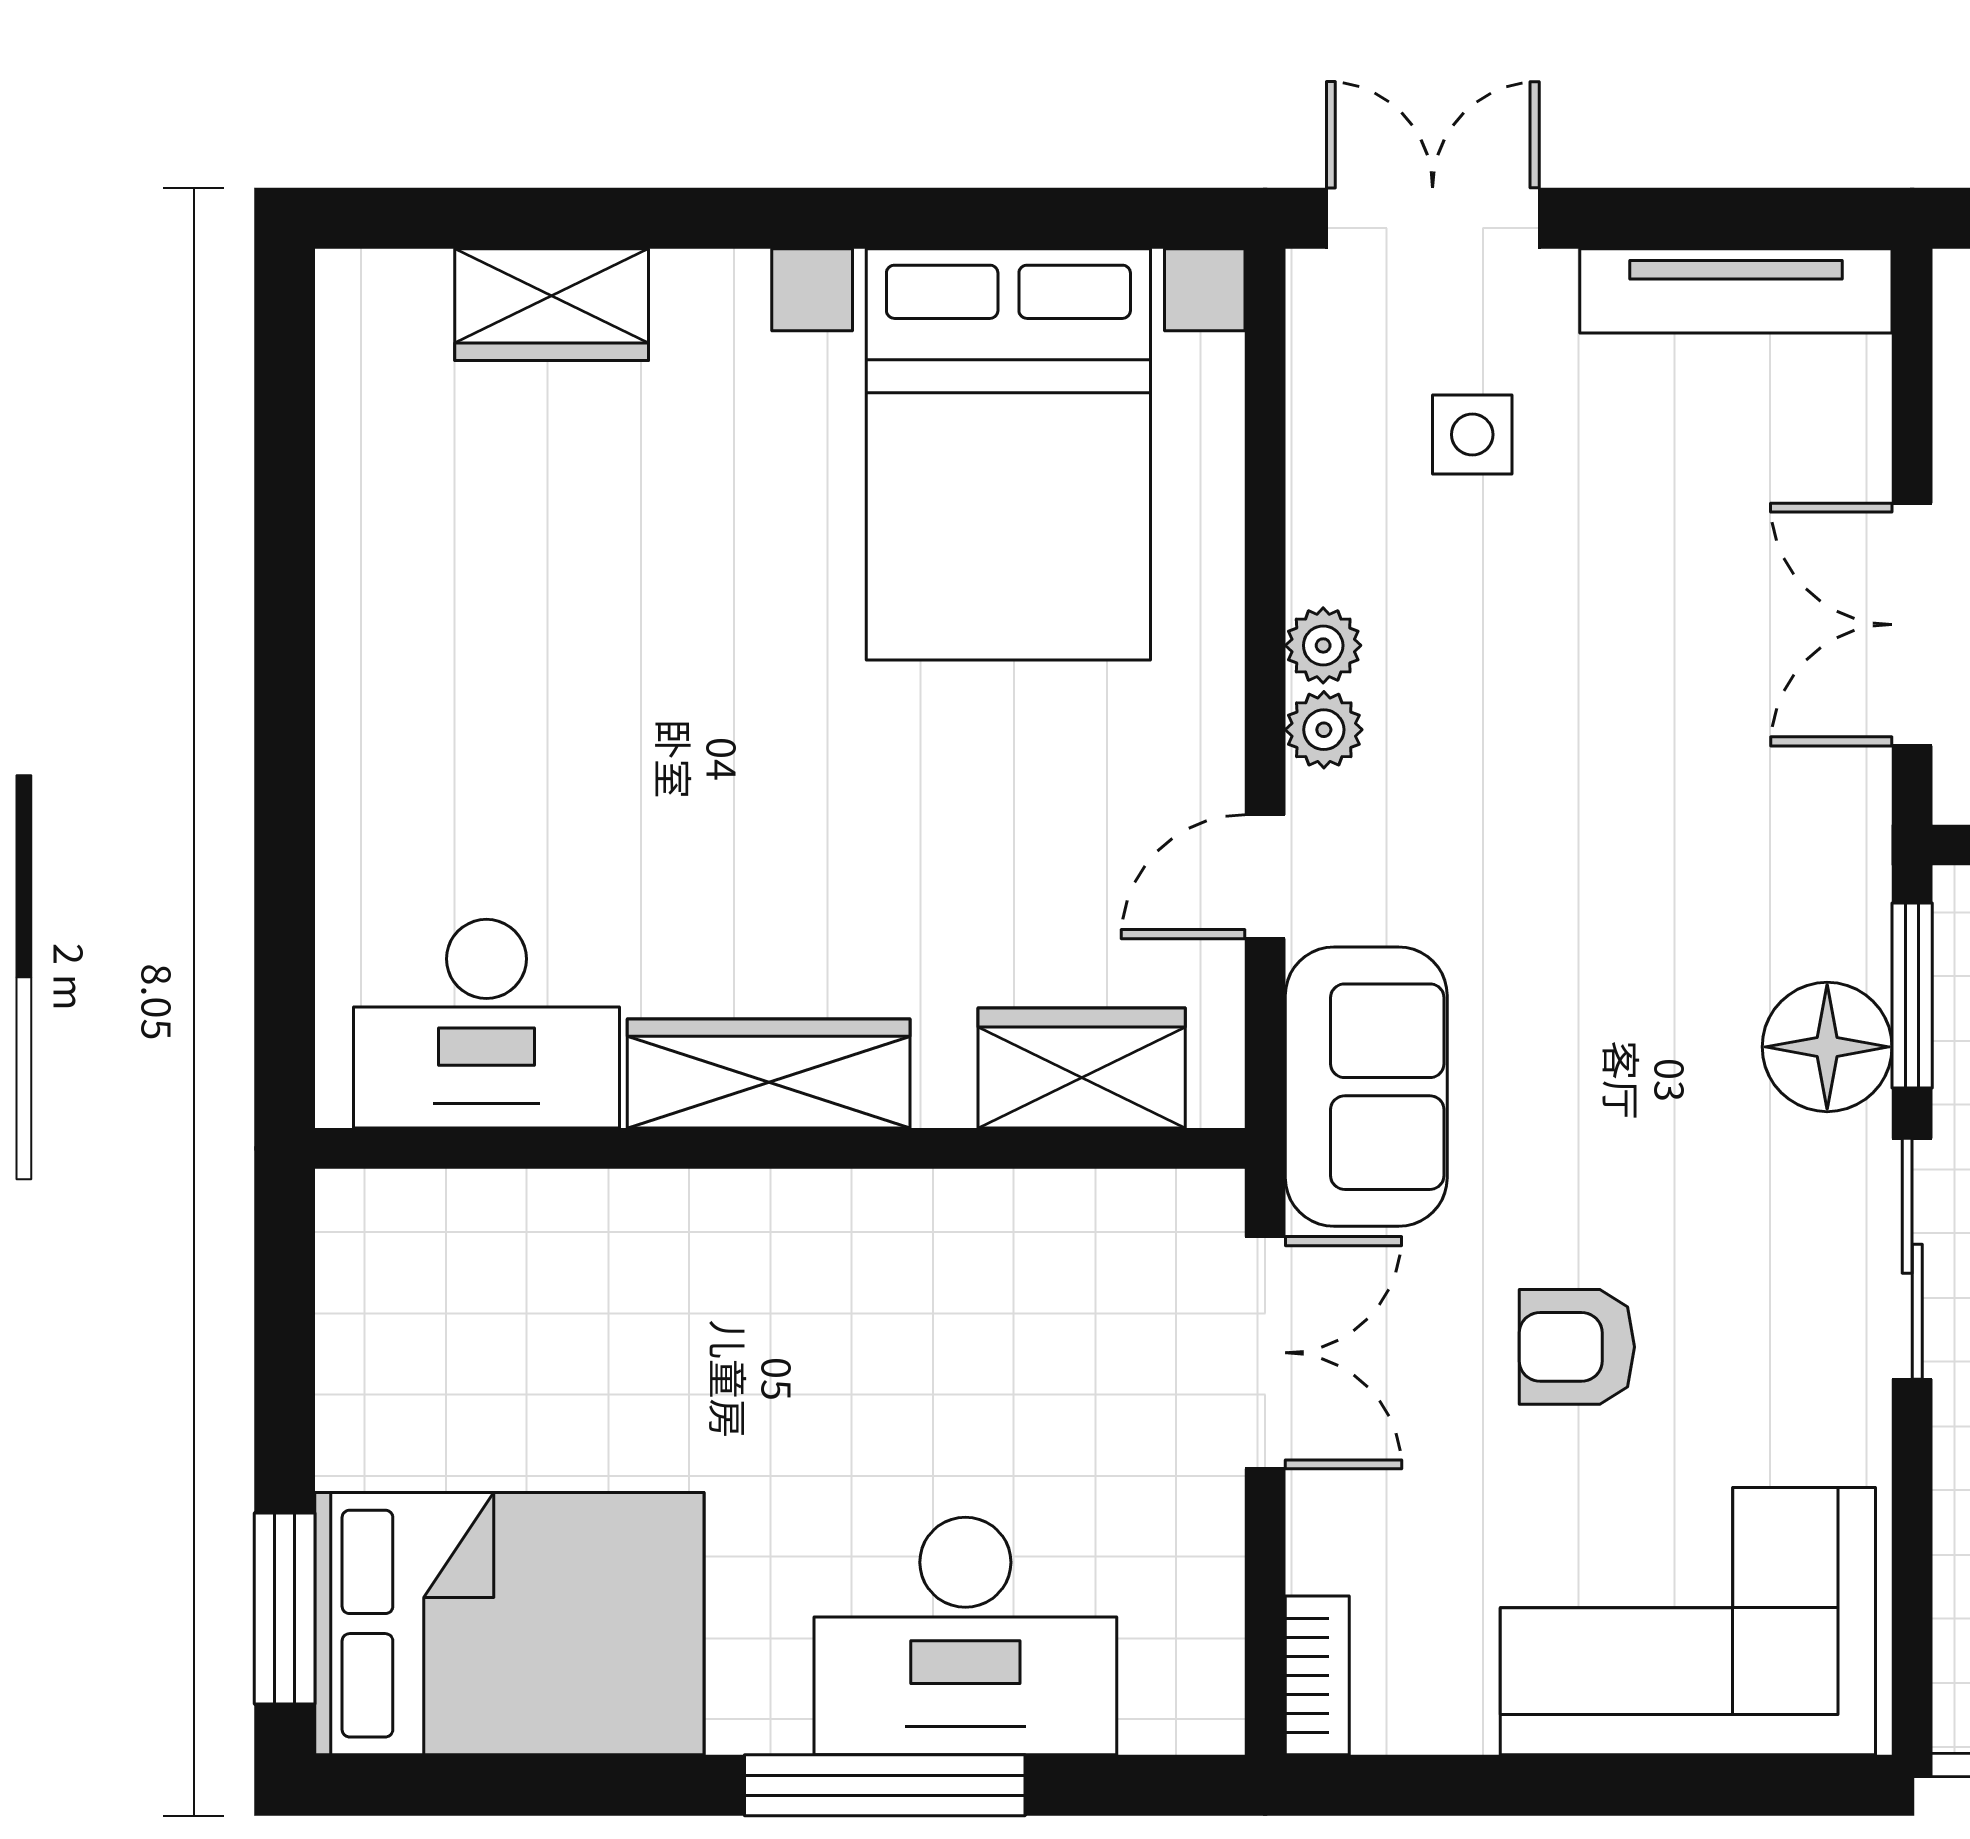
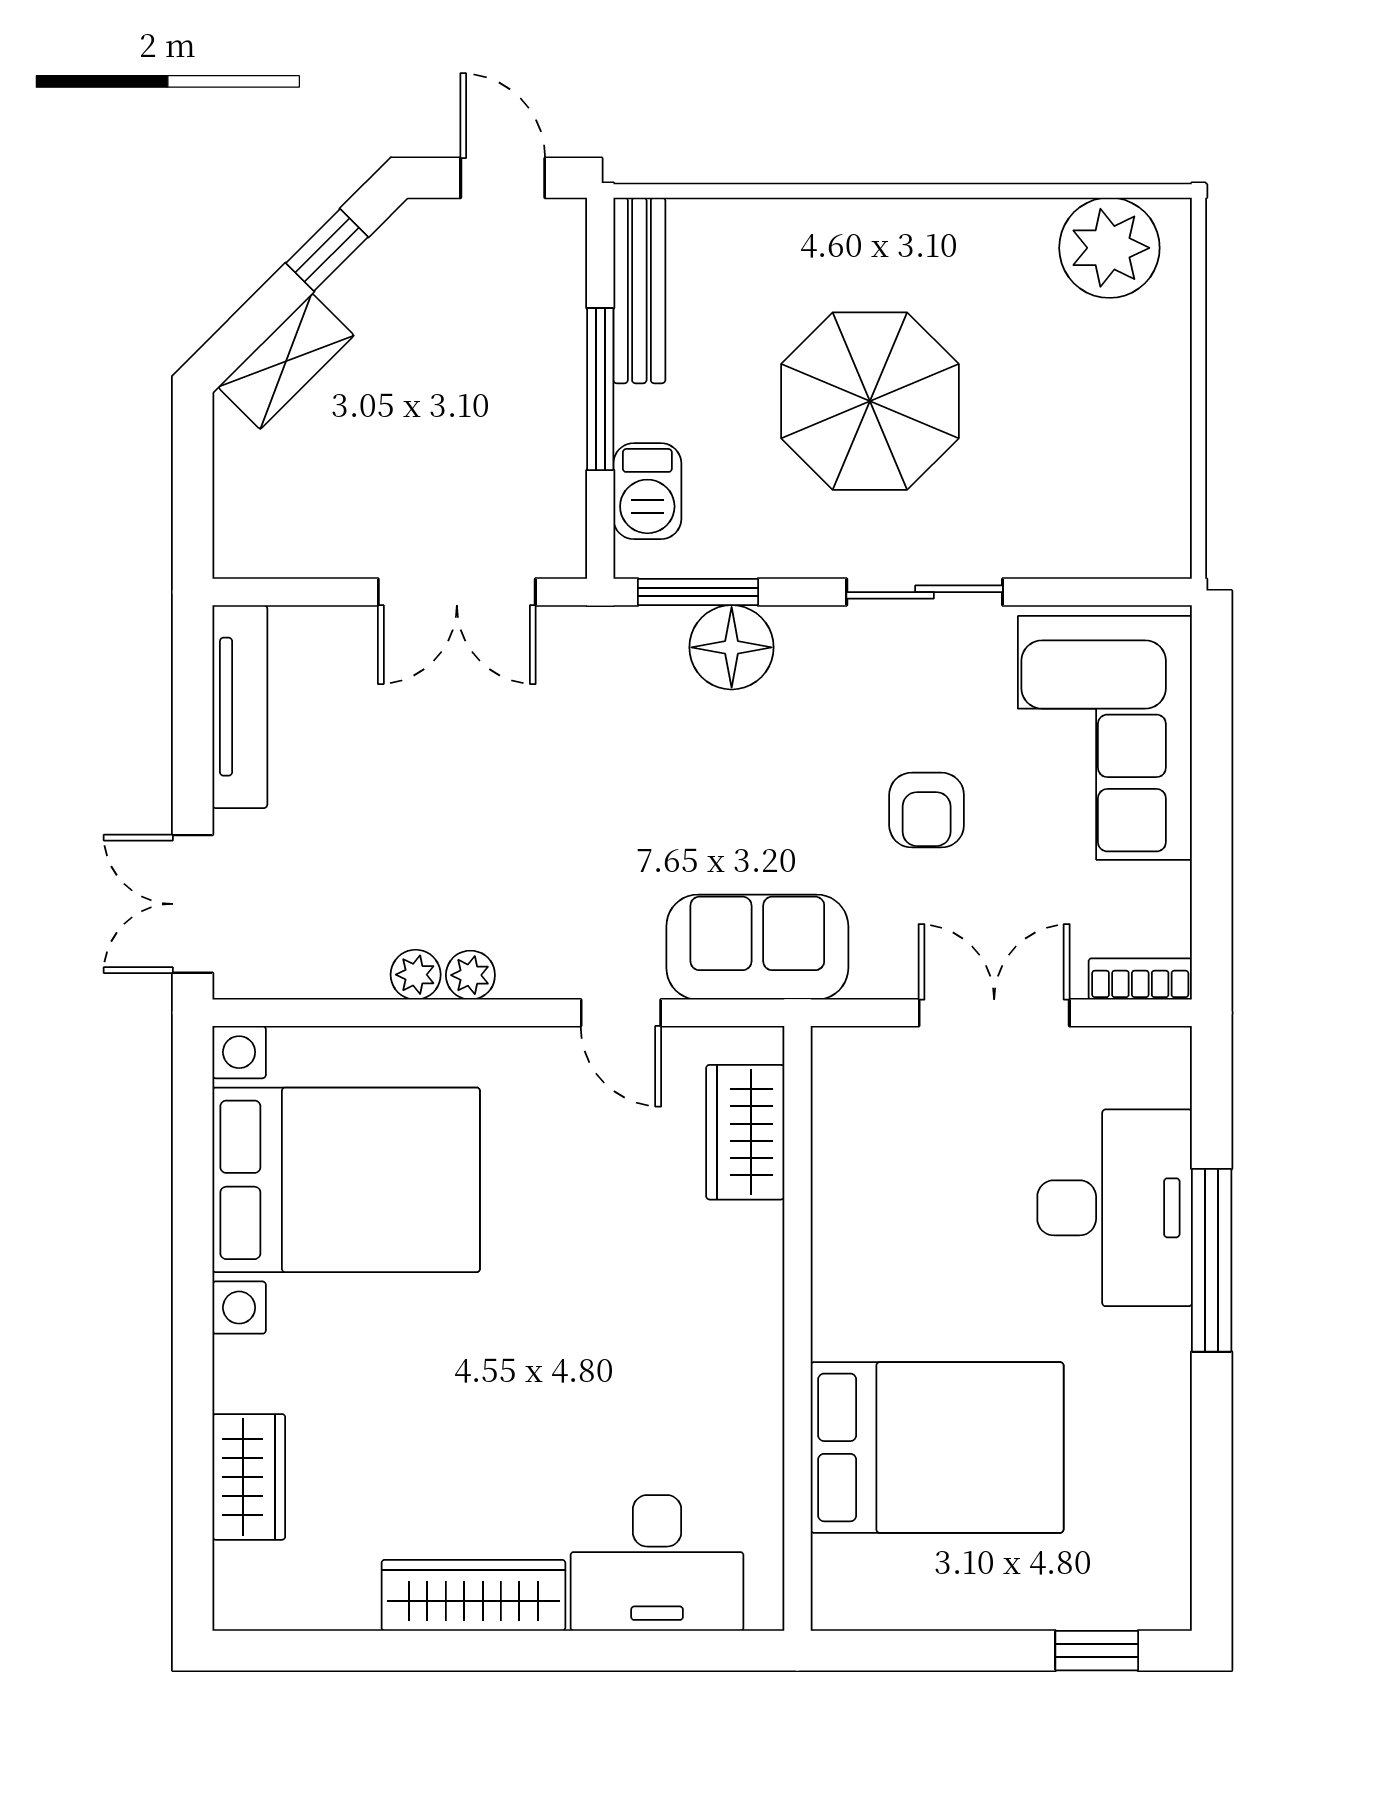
side table: (1472, 435) -> (333, 878), removed
plant: (1324, 730) -> (416, 975), moved
desk: (486, 1024) -> (657, 1563), moved, turned 90
wardrobe: (769, 1073) -> (473, 1595), moved, turned 90
sliding door: (1912, 1259) -> (925, 592), moved
double door: (1265, 1353) -> (994, 1013), moved
window: (285, 1609) -> (1097, 1651), width x0.67
bed: (509, 1624) -> (937, 1447), moved, turned 90

